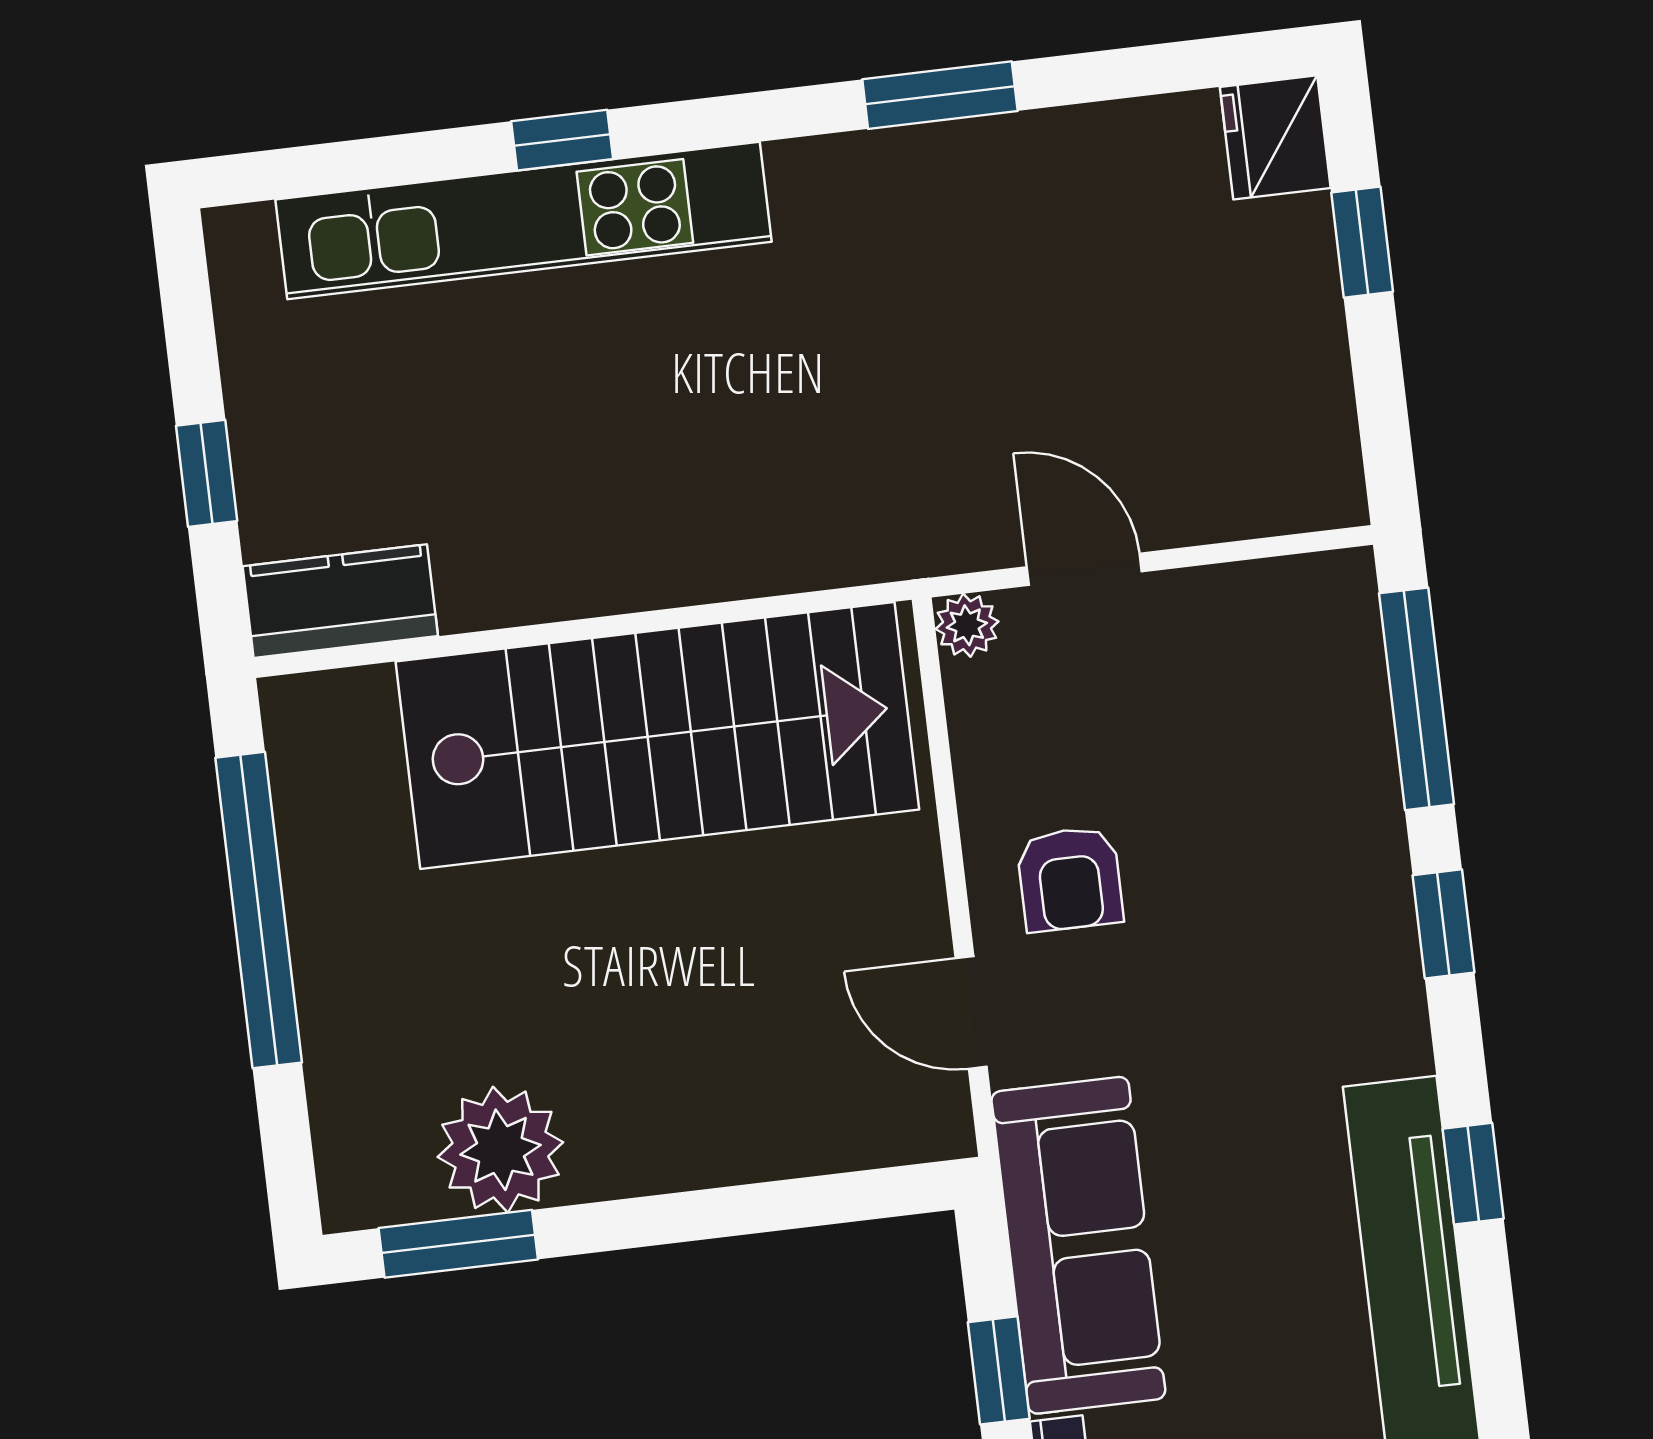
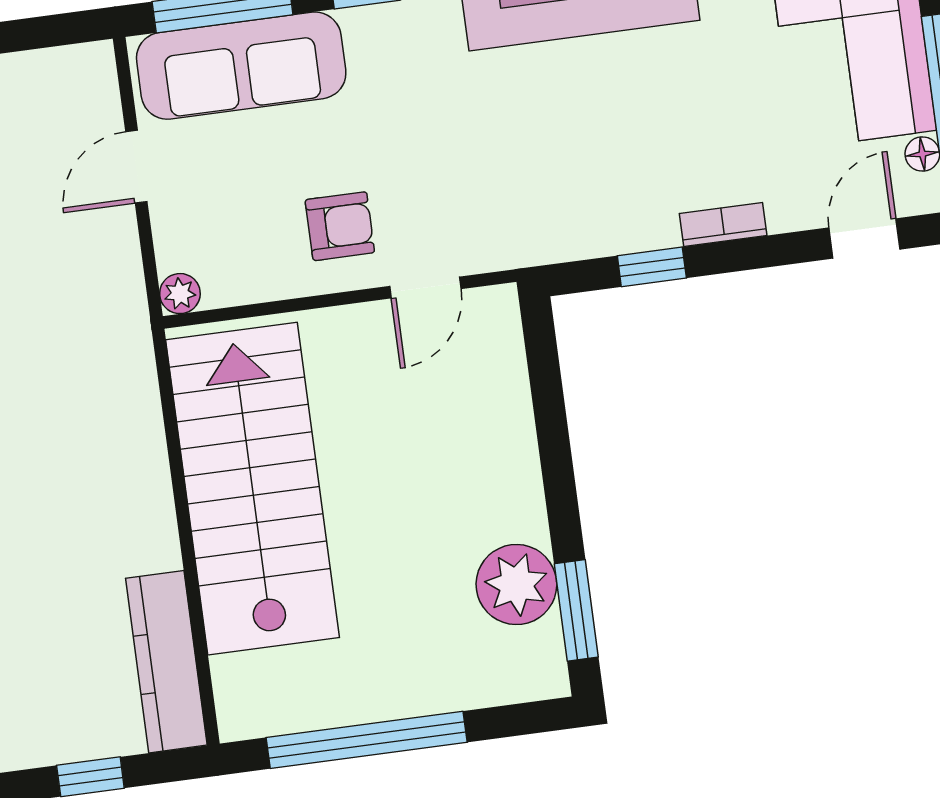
door: (1084, 569) -> (136, 167), moved
kitchen counter: (340, 601) -> (166, 662), width x1.50
sofa: (1078, 1245) -> (241, 66), moved, turned 180

